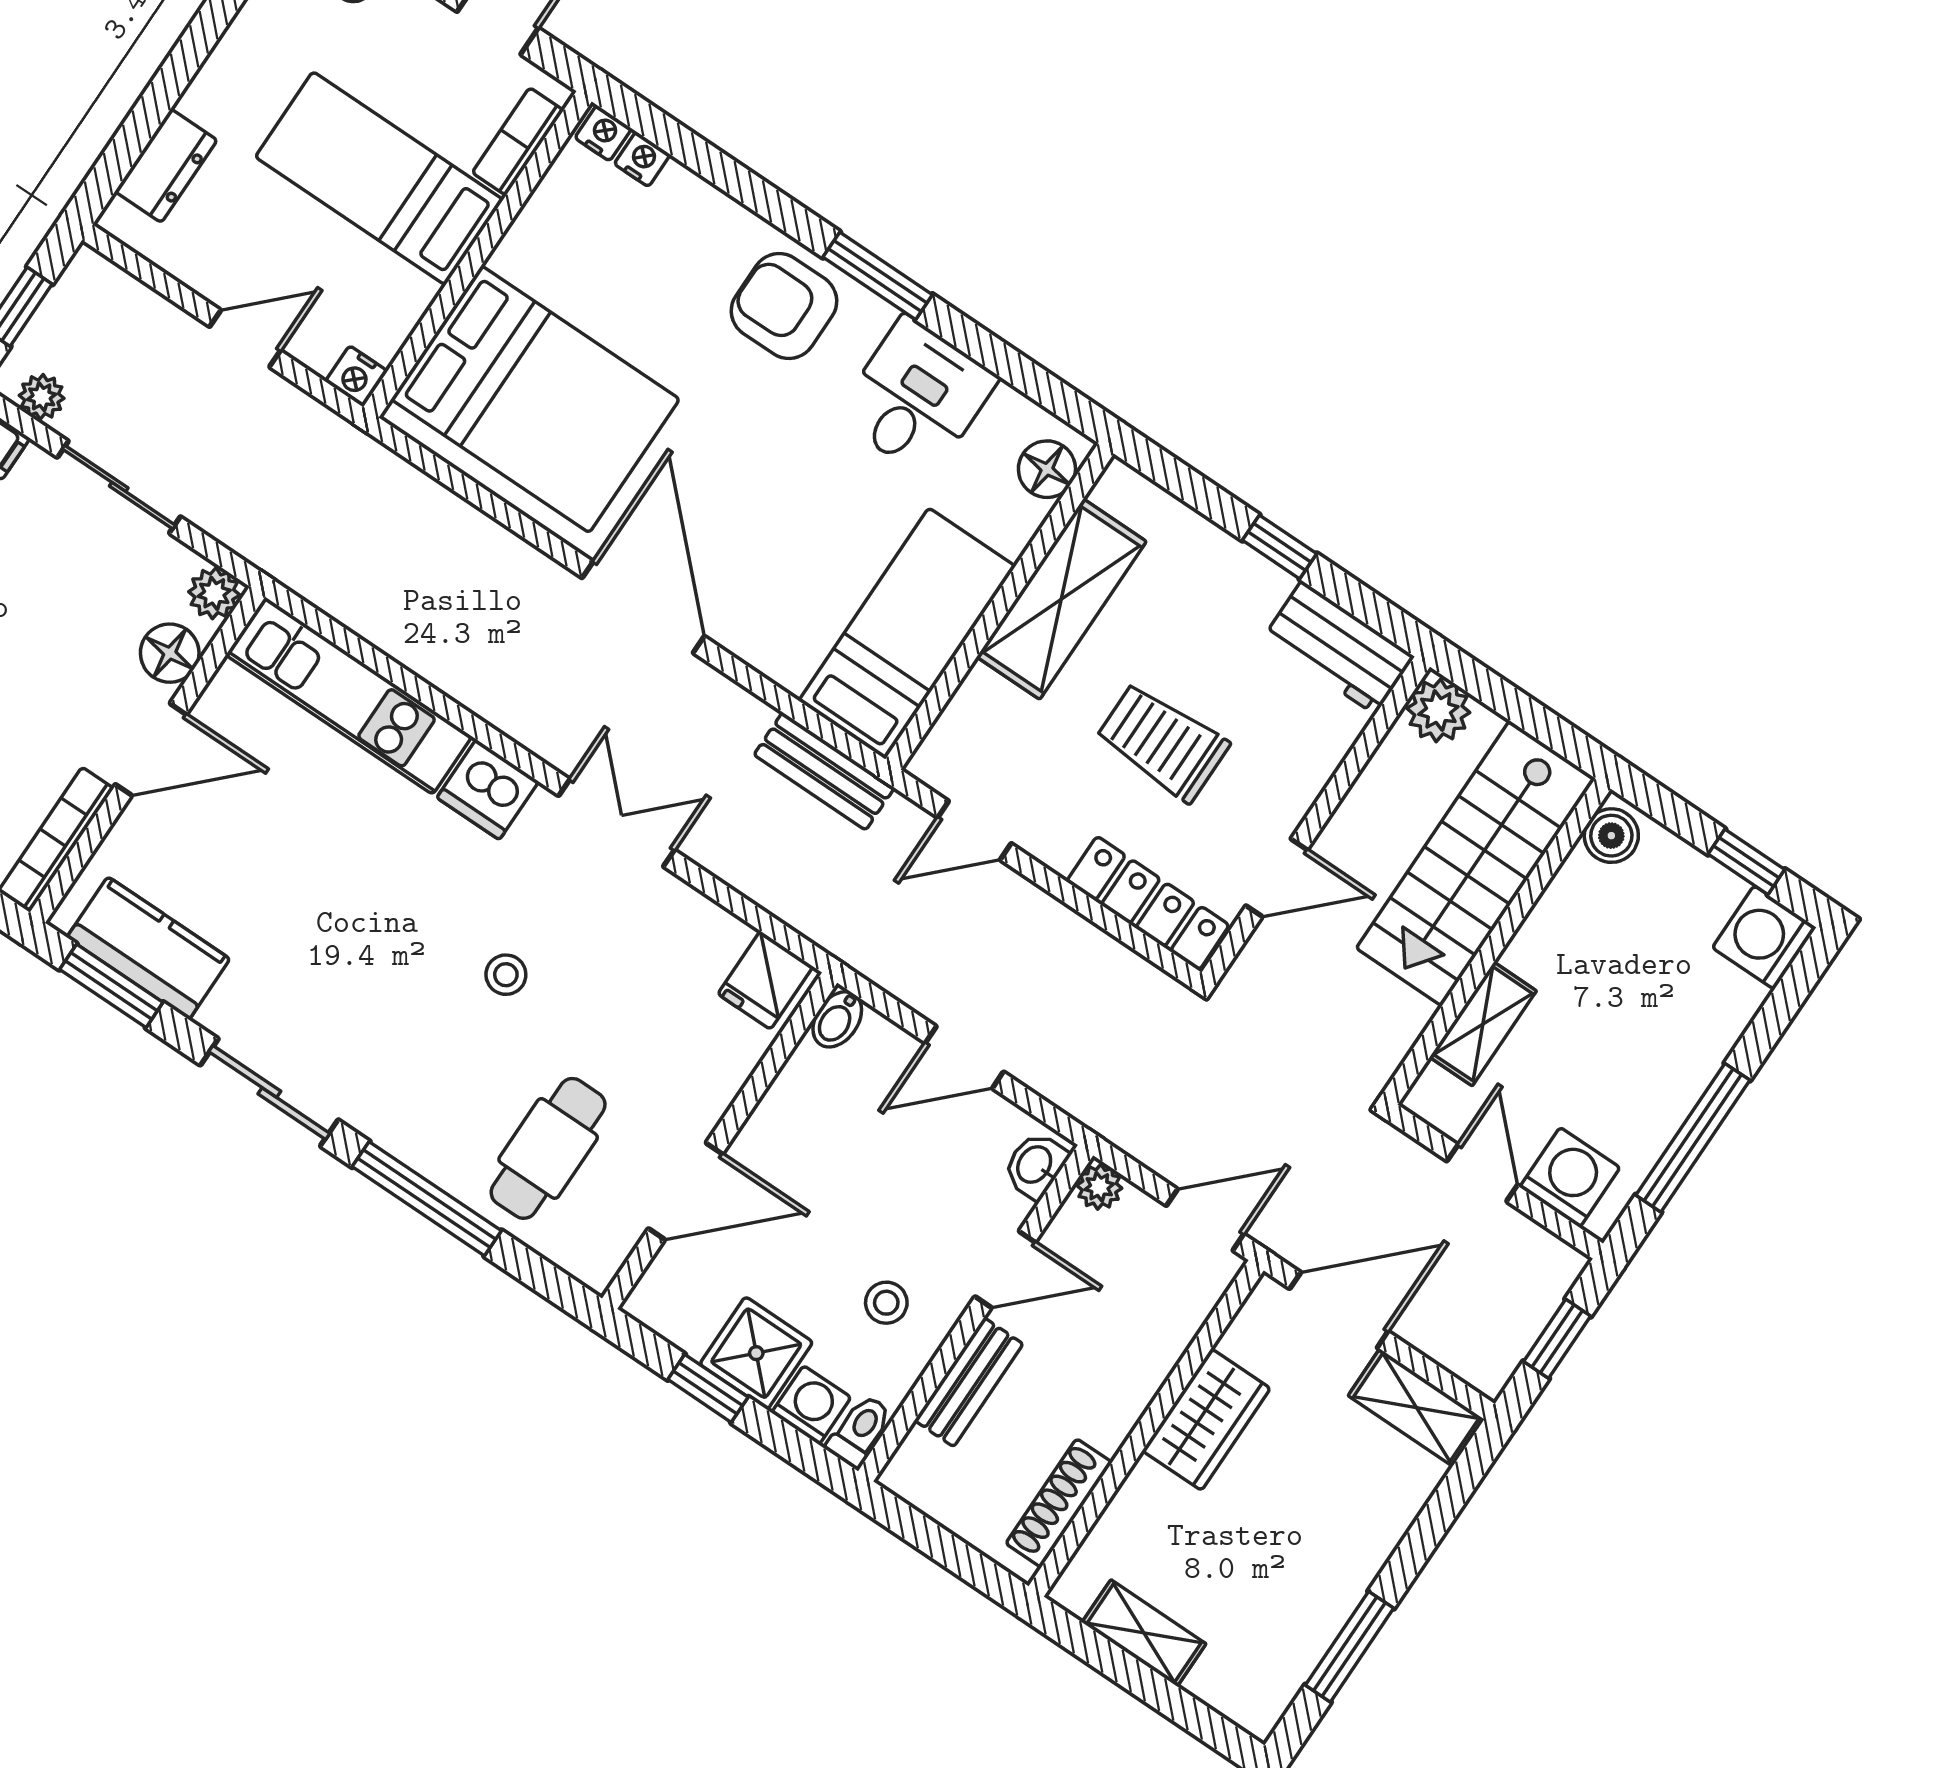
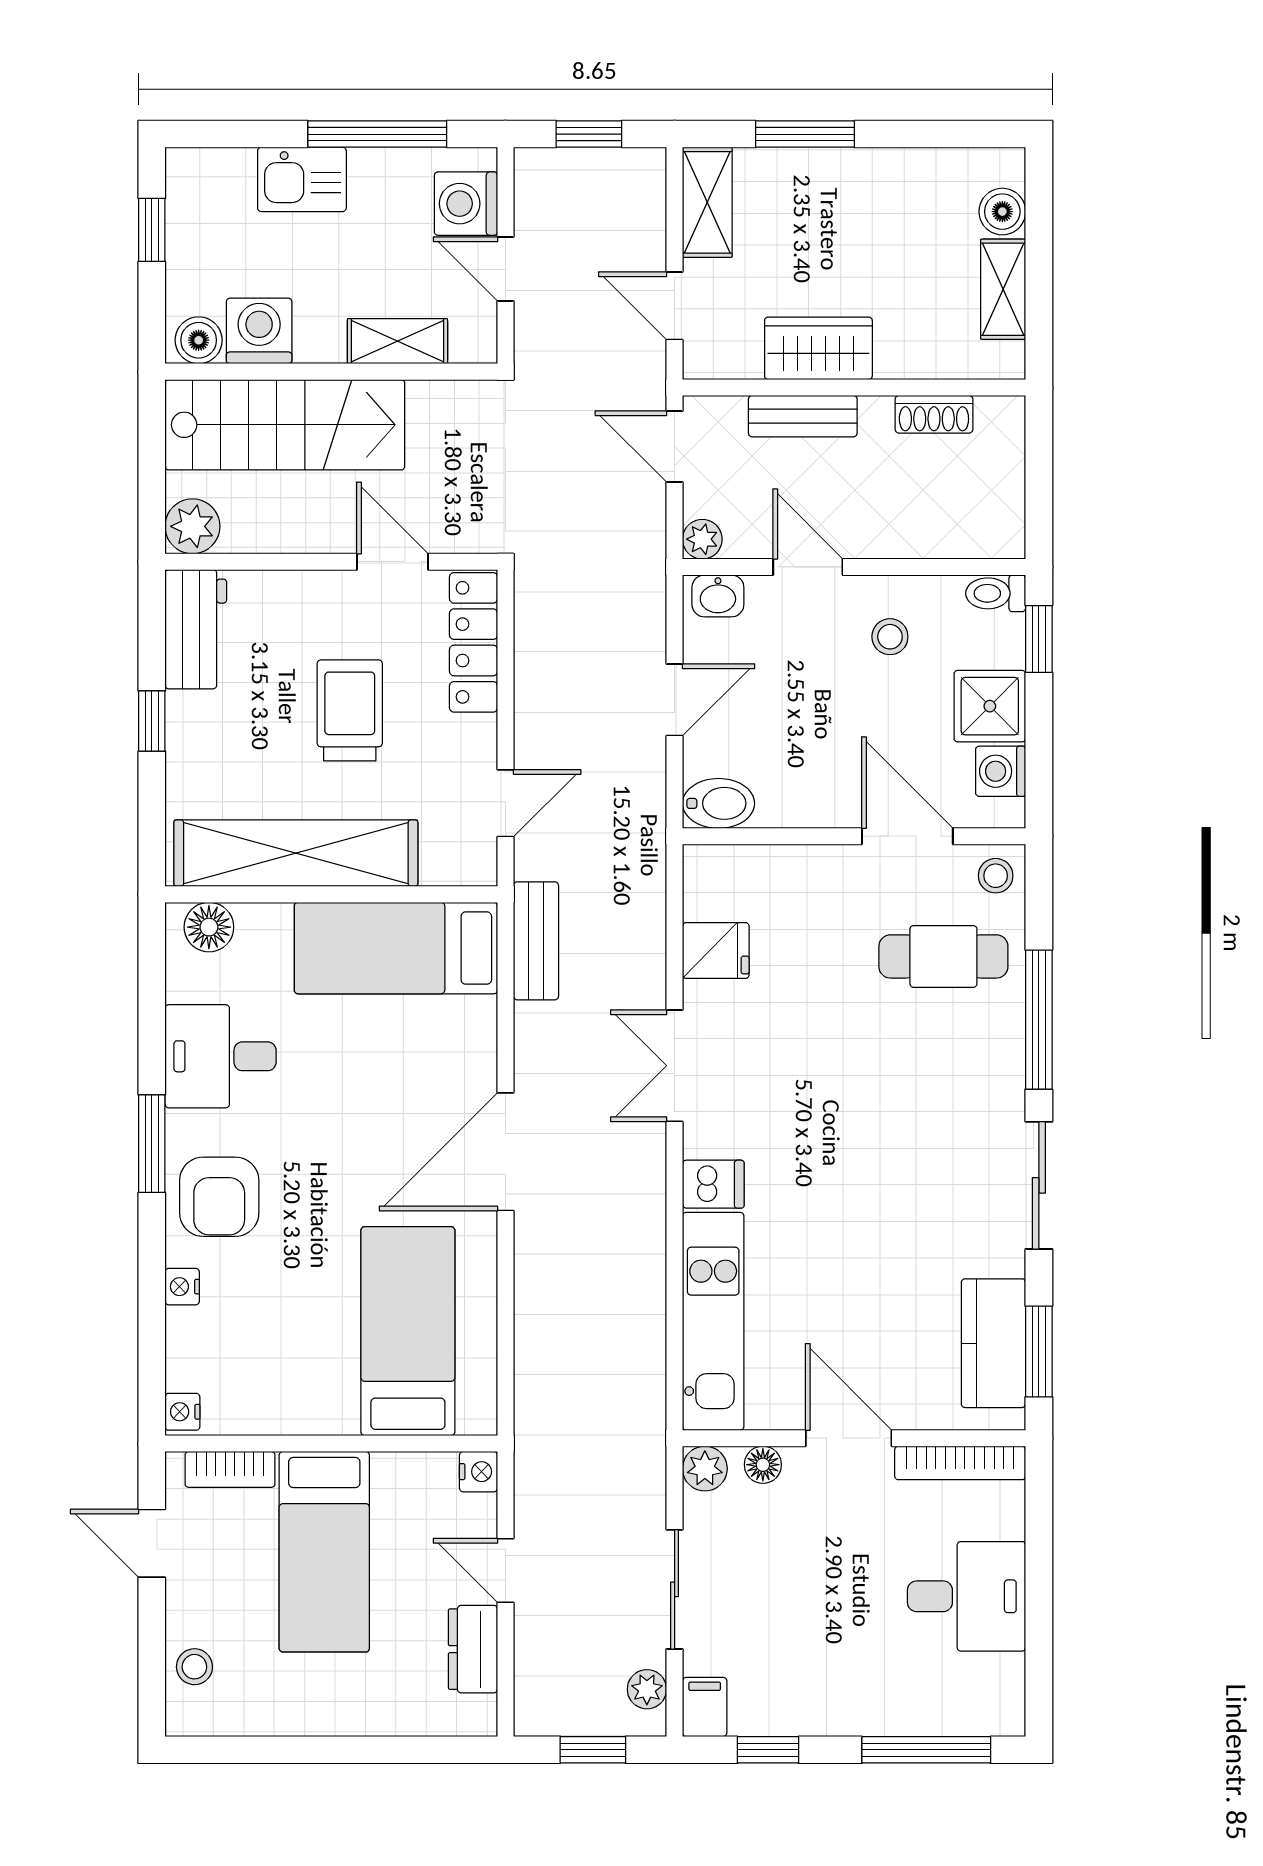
nightstand: (642, 159) -> (182, 1287), moved
dresser: (166, 166) -> (473, 1649), moved, turned -90
bed: (535, 399) -> (408, 1331), width x0.67
shelving: (1061, 599) -> (296, 853), width x1.47
floor lamp: (170, 653) -> (763, 1465), width x0.73, depth x0.73
trolley: (1163, 742) -> (350, 710), turned 180
dishwasher: (488, 790) -> (713, 1184), width x0.73
door: (974, 830) -> (506, 803), hinge flipped
washing machine: (1764, 938) -> (259, 331), moved, turned 180
stool: (506, 975) -> (996, 876), moved
fridge: (765, 980) -> (716, 950), moved
bidet: (837, 1019) -> (719, 803), width x1.38, depth x1.36
kitchen sink: (1698, 1037) -> (302, 179), added
door: (964, 1057) -> (675, 700), hinge flipped
door: (1482, 1173) -> (506, 269), hinge flipped
door: (1339, 1310) -> (675, 306), width x0.73
bench: (969, 1382) -> (803, 416), moved
window: (708, 1388) -> (1039, 639), moved
washing machine: (811, 1405) -> (1001, 771), moved
shoe rack: (1059, 1503) -> (934, 414), width x0.70
window: (1350, 1647) -> (805, 134), moved
boiler: (1218, 1682) -> (1002, 212), added

